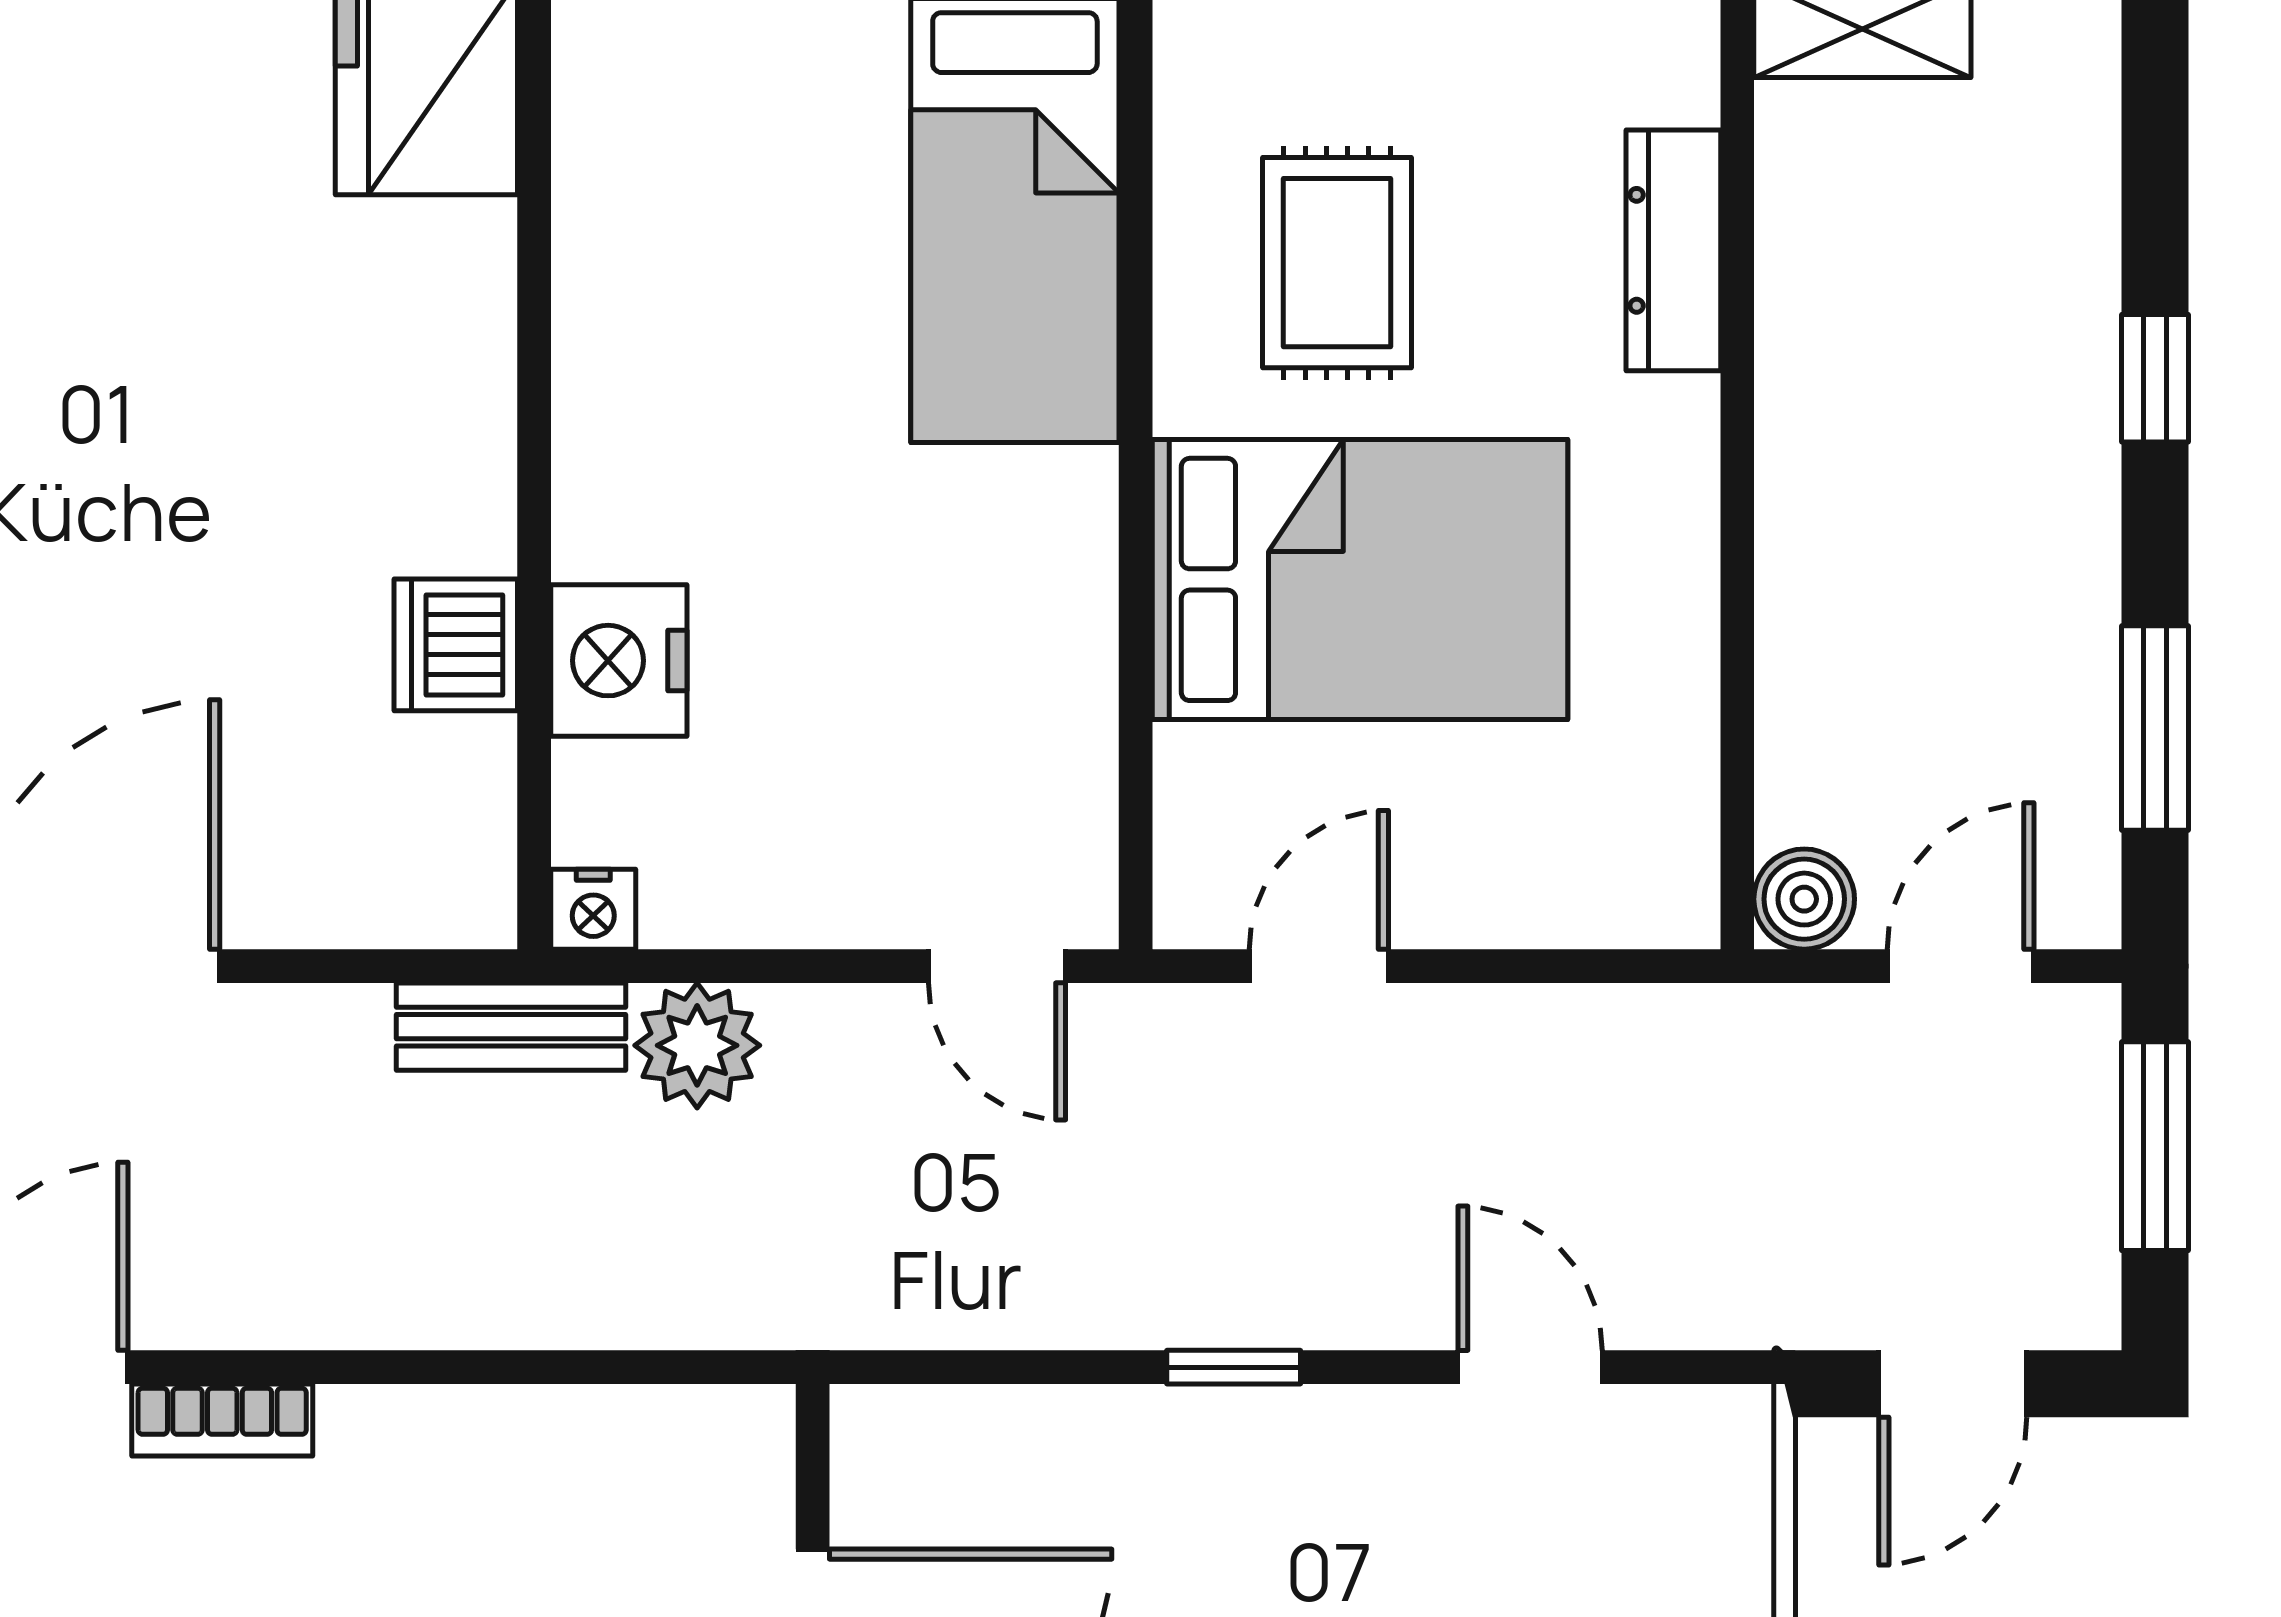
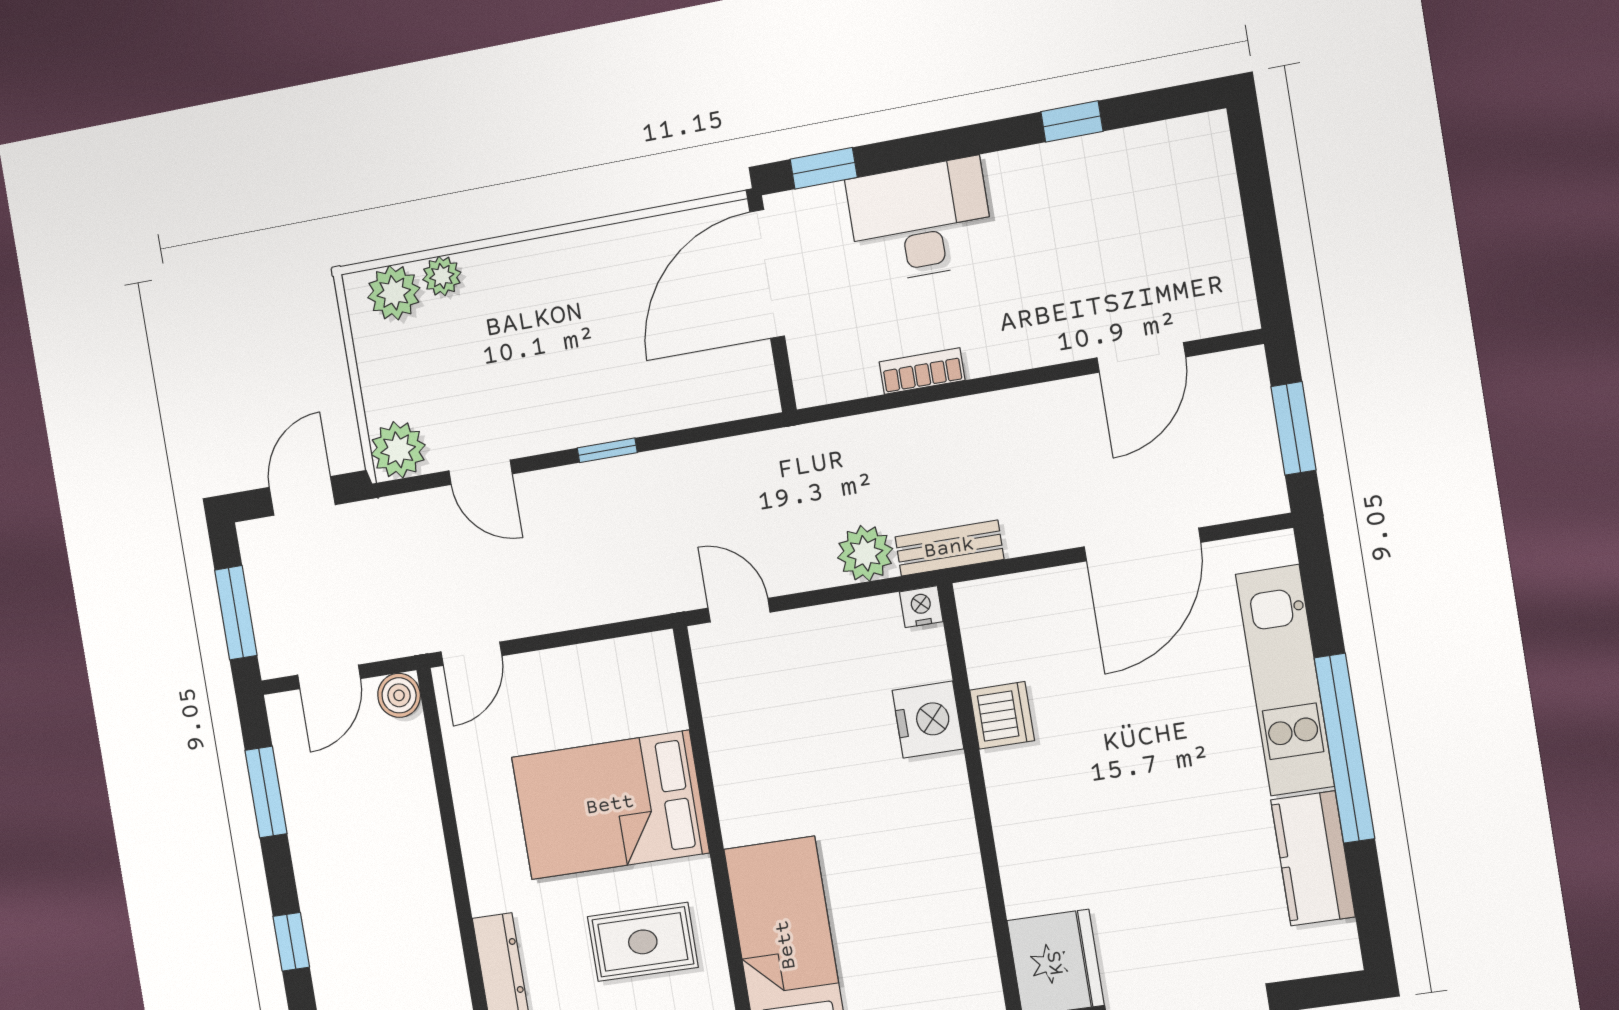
rug: (1337, 263) -> (643, 942), turned 90
door: (1319, 966) -> (471, 654), moved
bookcase: (222, 1420) -> (922, 371), moved
plant: (1711, 1449) -> (398, 450), added

